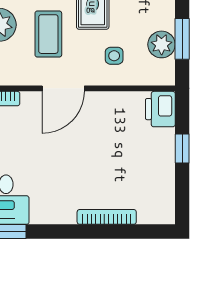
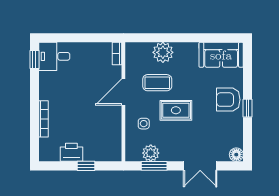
door: (63, 88) -> (123, 92), hinge flipped
printer: (160, 109) -> (71, 152), moved

